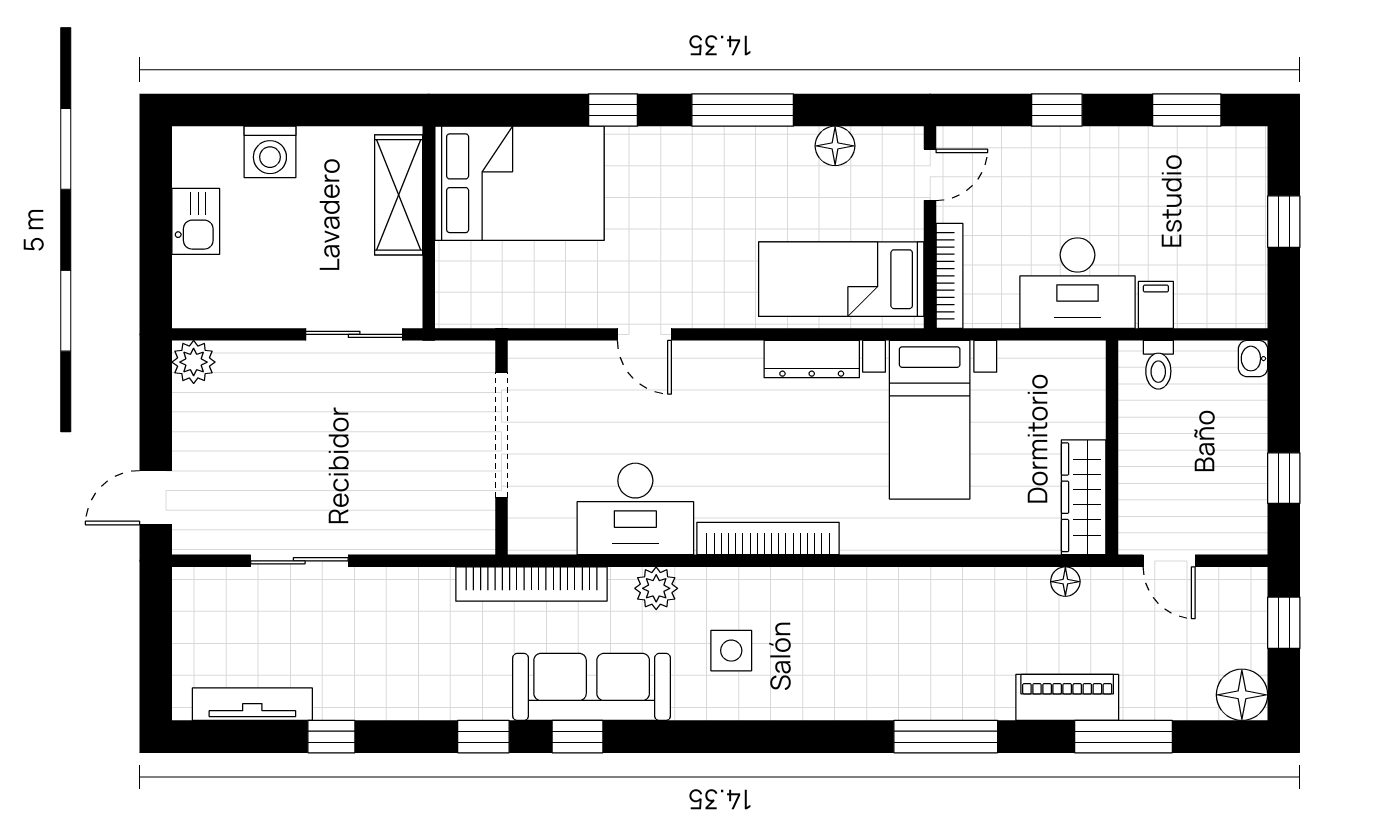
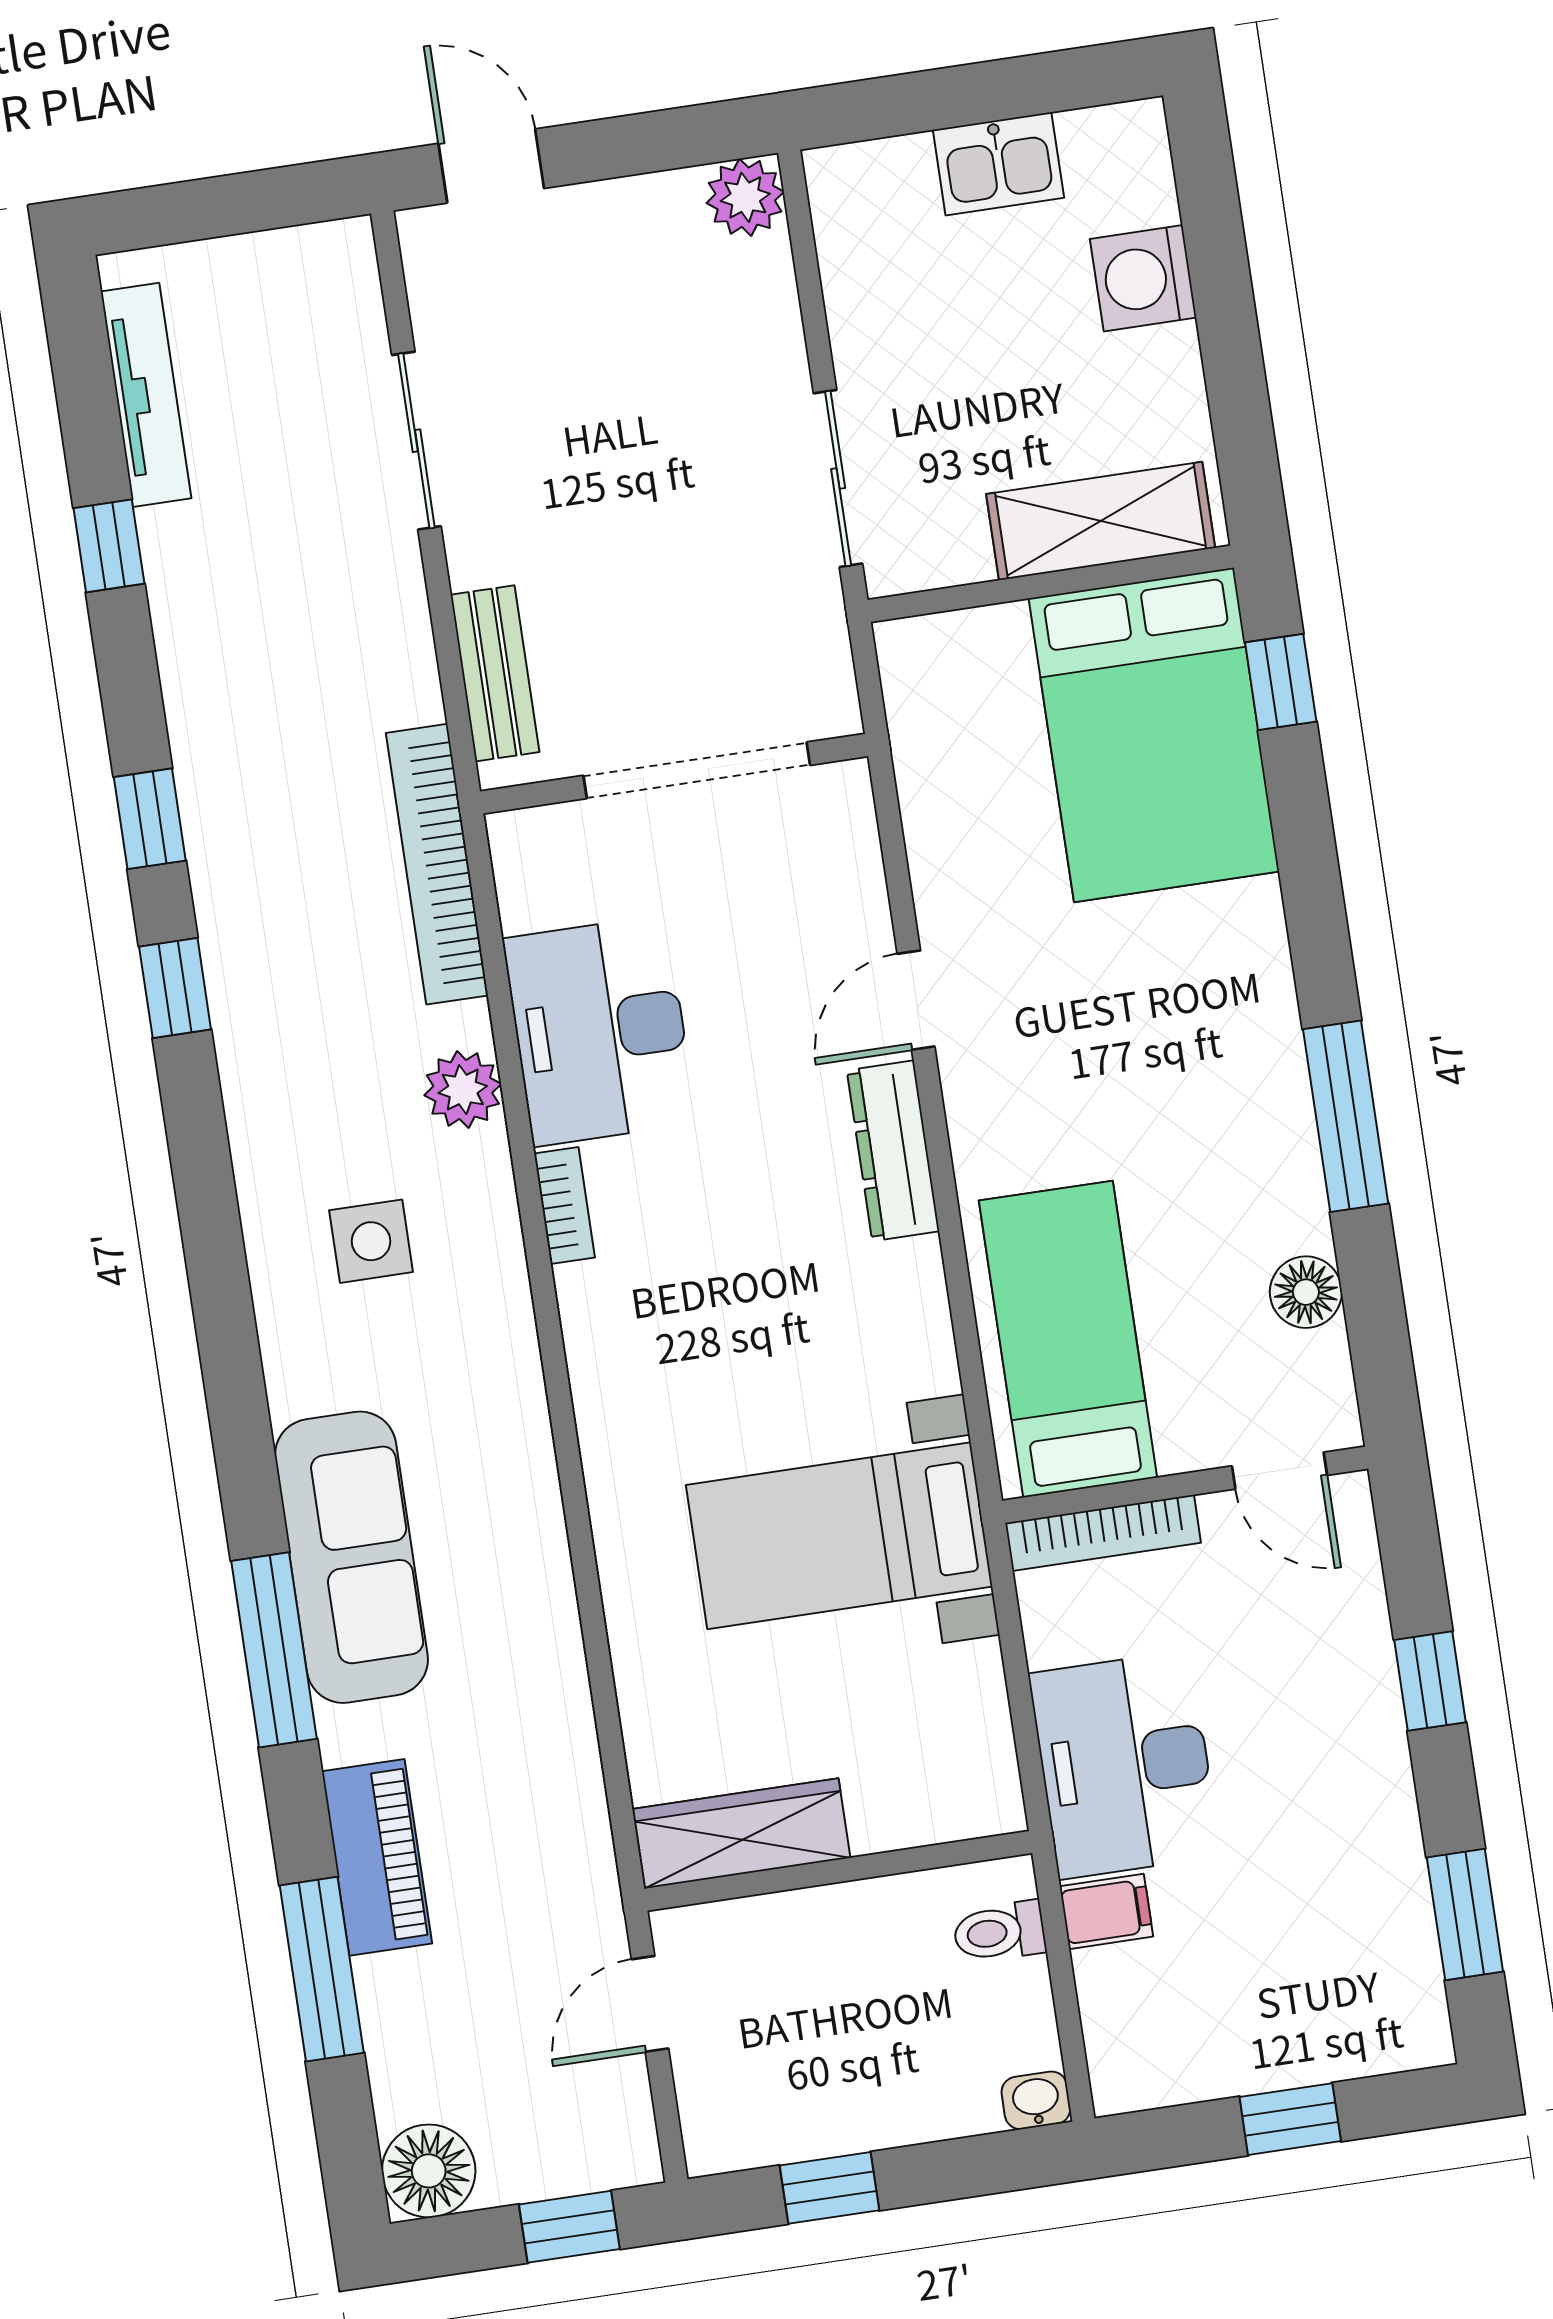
window: (613, 110) -> (1281, 682), moved
dresser: (812, 359) -> (893, 1151), moved
bench: (432, 537) -> (495, 673), added
bookcase: (768, 539) -> (564, 1206), width x0.43, depth x0.76
floor lamp: (1065, 582) -> (585, 1823), removed
sofa: (592, 687) -> (351, 1557), moved

